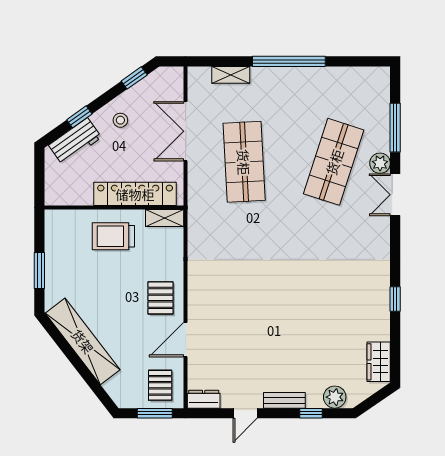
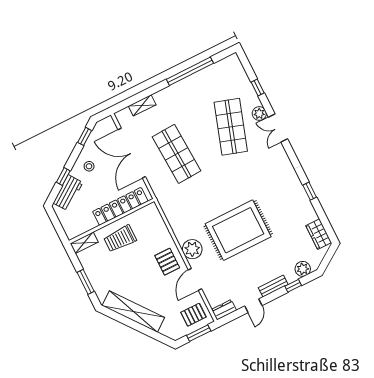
window: (289, 61) -> (190, 71), moved
window: (395, 128) -> (258, 87), width x0.46
double door: (186, 131) -> (132, 153), width x1.36
shelving: (165, 218) -> (84, 243), moved
plant: (202, 298) -> (192, 249), added
rug: (275, 303) -> (238, 230), added
pallet: (160, 385) -> (193, 315), turned 90

